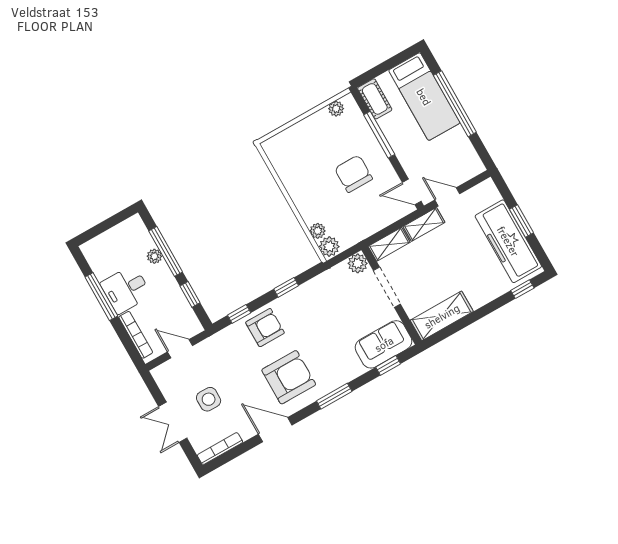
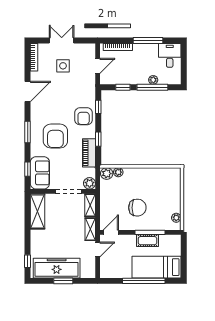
cot: (375, 99) -> (147, 241), moved
desk: (126, 289) -> (170, 55), moved
piano: (314, 289) -> (89, 153), added
armchair: (289, 377) -> (55, 136), moved

